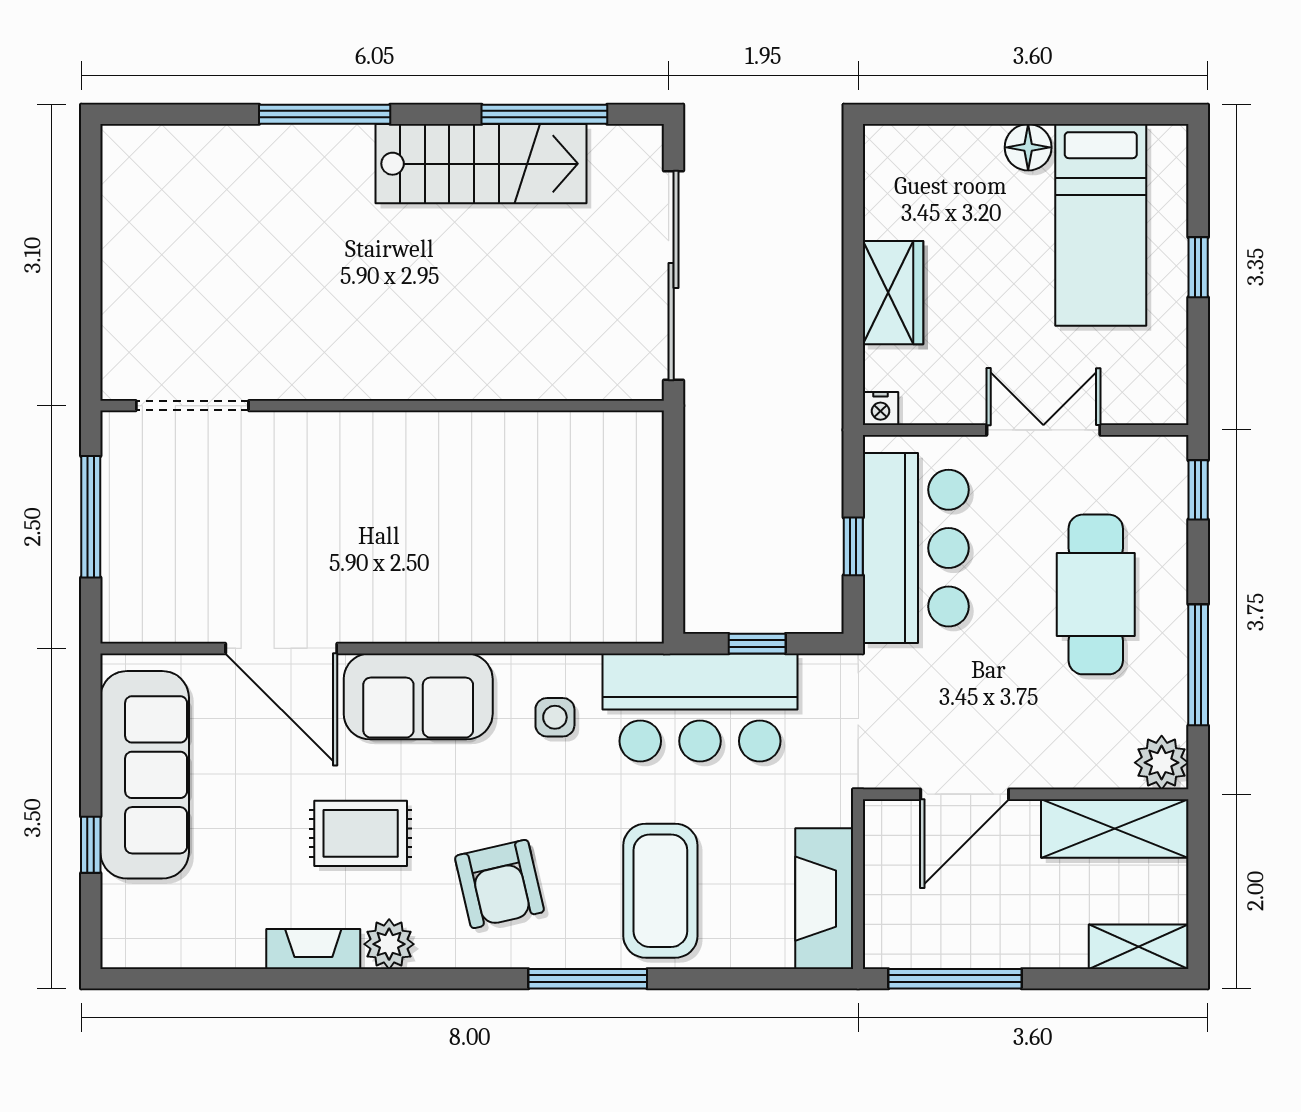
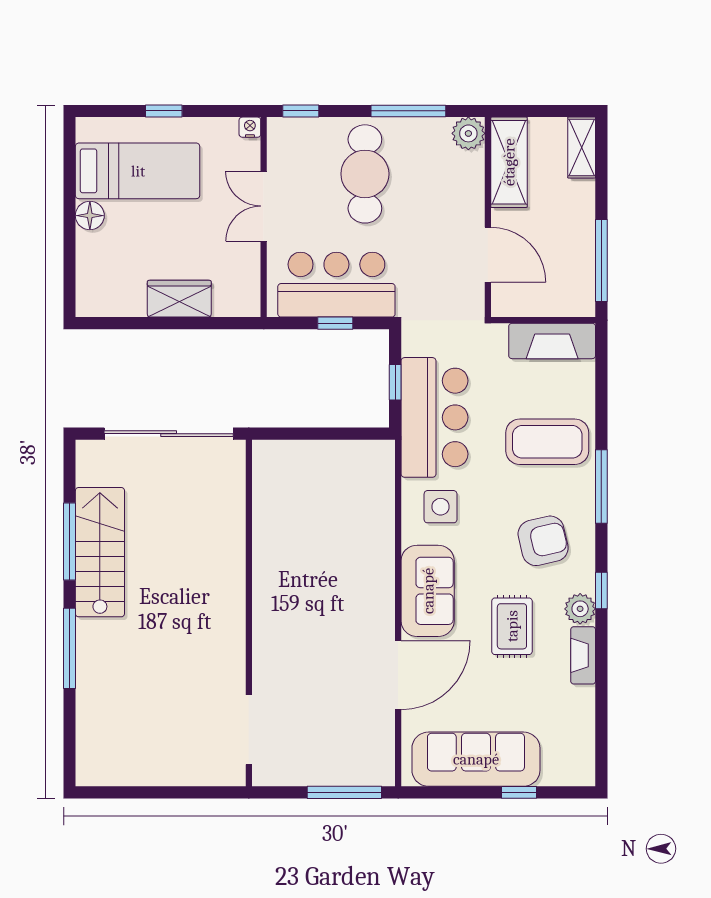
window: (544, 114) -> (69, 542), moved
nightstand: (881, 408) -> (250, 127), moved, turned -90
window: (91, 517) -> (344, 792), moved
cafe table: (1096, 594) -> (365, 174), turned 90
side table: (555, 717) -> (441, 507), width x1.37, depth x1.37
window: (419, 979) -> (601, 590), added

